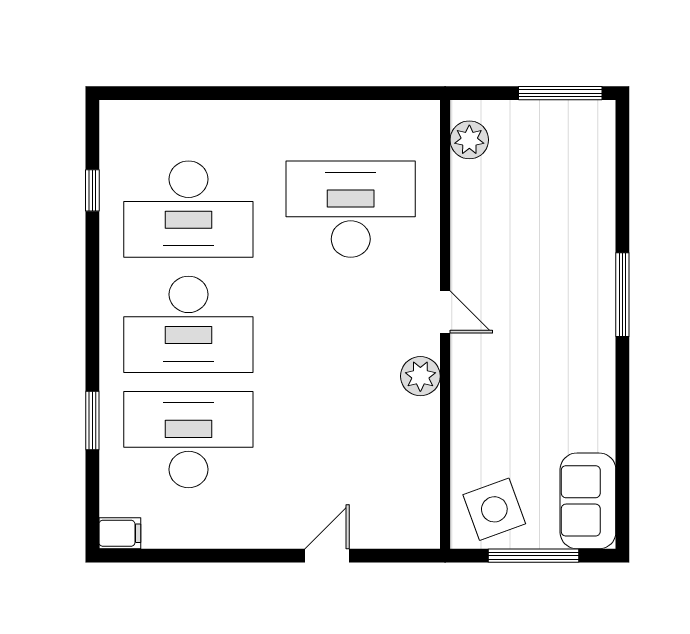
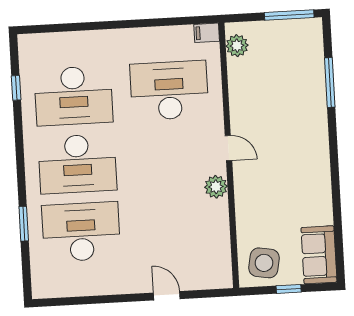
window: (622, 295) -> (330, 83), moved
side table: (494, 509) -> (264, 263), turned 30
filing cabinet: (120, 533) -> (207, 33), moved, turned 180
door: (327, 556) -> (167, 296), hinge flipped
window: (534, 556) -> (289, 289), width x0.46

